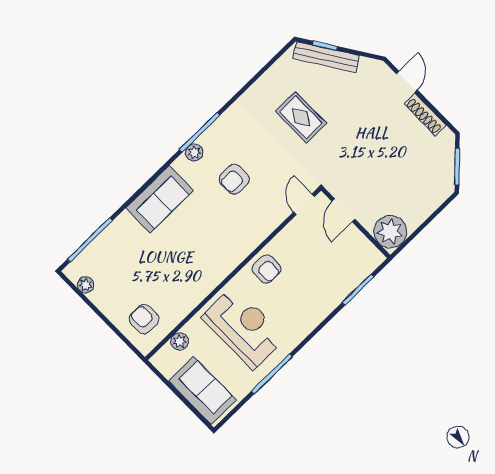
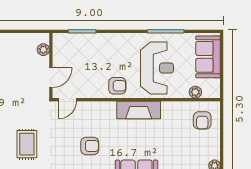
plant: (390, 232) -> (43, 50), width x0.53, depth x0.53
fireplace: (220, 265) -> (139, 110), added
armchair: (267, 269) -> (117, 86), turned 90
reception desk: (244, 327) -> (157, 68), turned 180

